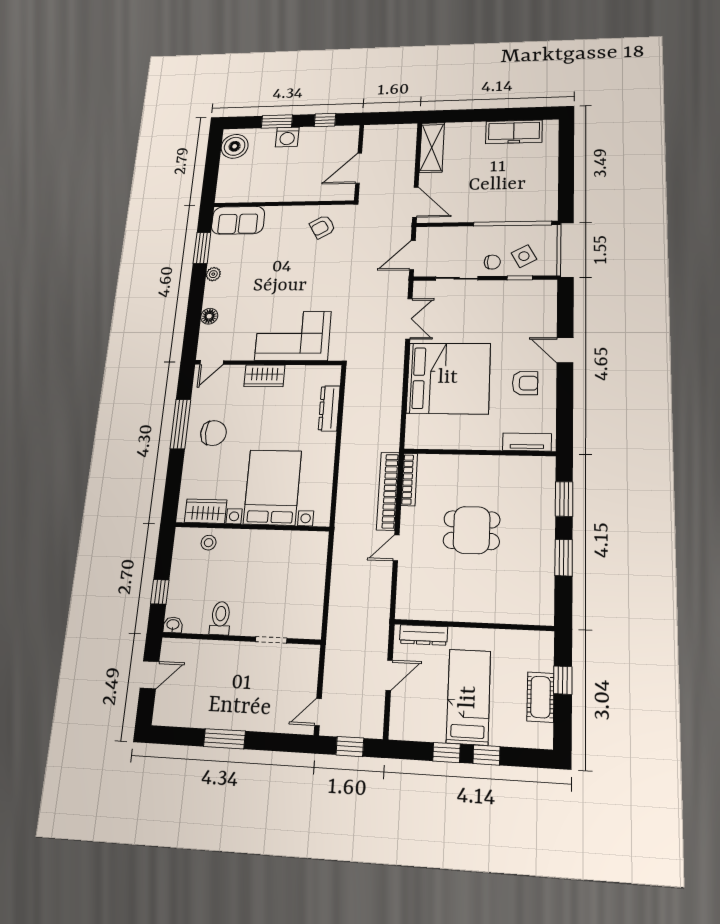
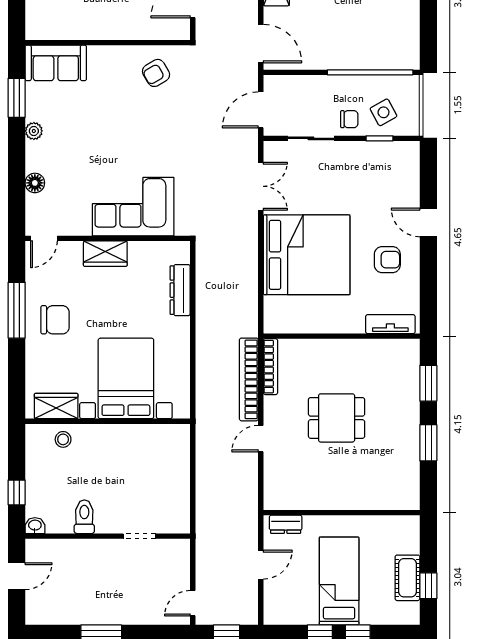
dresser: (424, 635) -> (286, 524), width x0.70
window: (563, 680) -> (428, 586), moved

